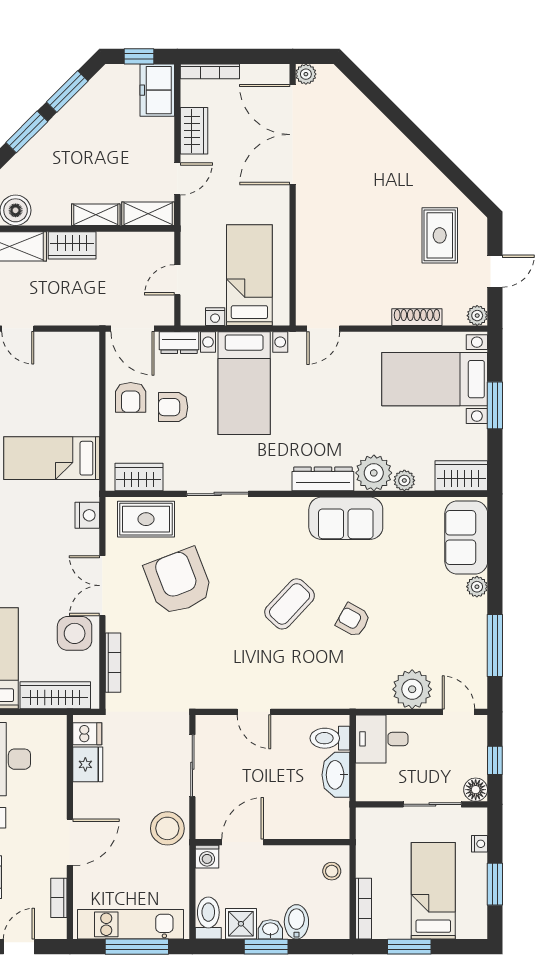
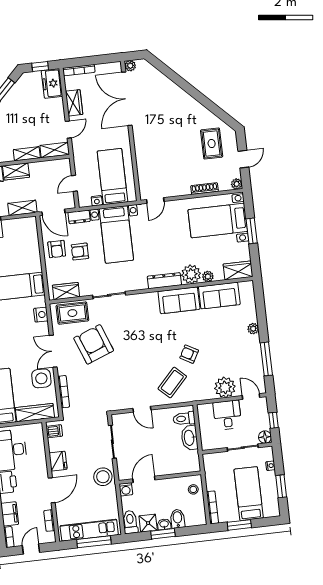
shelving: (76, 314) -> (22, 208), added
sofa: (466, 538) -> (219, 296), moved, turned -90
coffee table: (290, 604) -> (172, 382), moved
desk: (382, 739) -> (227, 415), moved, turned 90
fridge: (88, 764) -> (58, 461), moved

